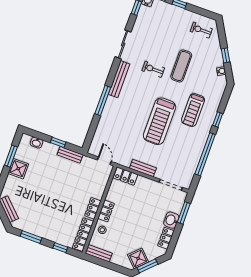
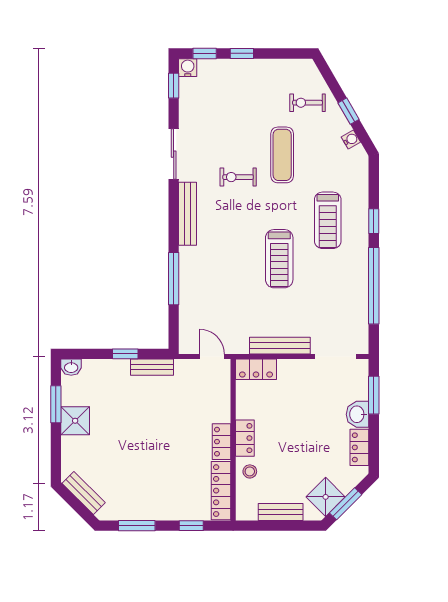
exercise bike: (201, 30) -> (307, 103), moved
window: (103, 101) -> (174, 279), moved
treadmill: (160, 121) -> (279, 259), width x0.73, depth x0.73
washbasin: (36, 143) -> (71, 367), moved
bench: (143, 168) -> (280, 346), width x1.36
bench: (99, 253) -> (281, 512), moved

